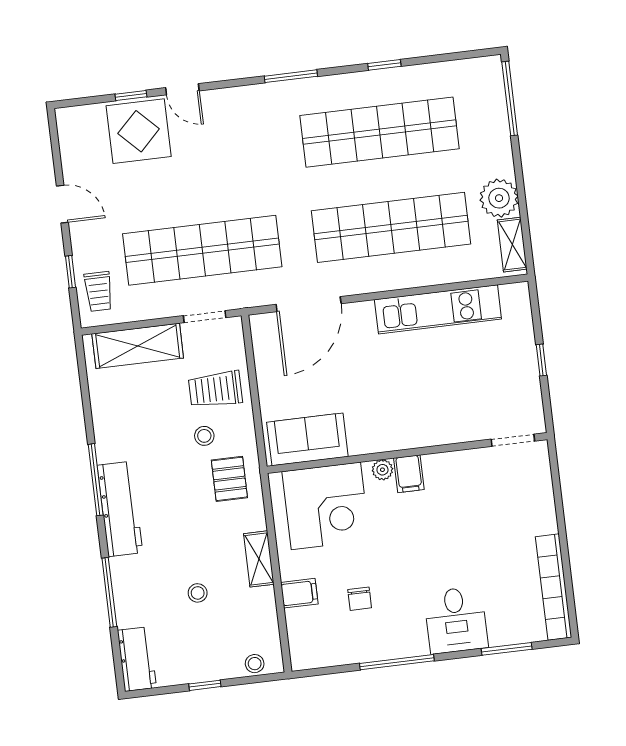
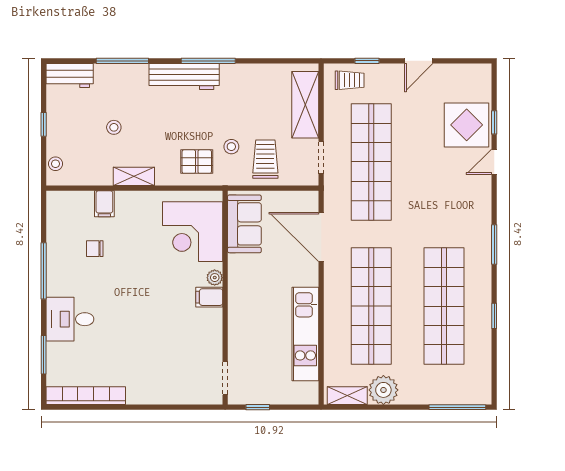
trolley: (99, 291) -> (350, 80), turned 180
sofa: (307, 439) -> (244, 224), moved
doorway: (513, 440) -> (225, 378), moved
wall: (407, 453) -> (225, 298), moved
plant: (382, 470) -> (215, 278), moved
filing cabinet: (409, 474) -> (209, 297), moved
corner desk: (326, 506) -> (193, 232), moved

